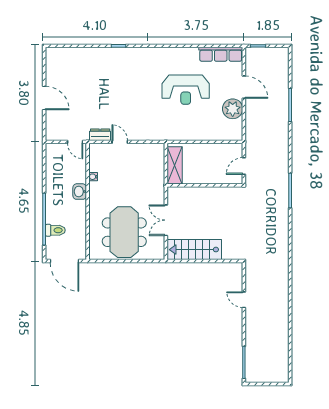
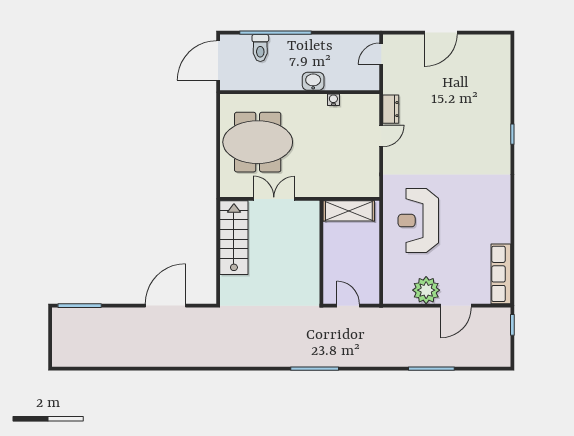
reception desk: (186, 90) -> (418, 221), moved
door: (75, 142) -> (381, 54), moved
door: (244, 300) -> (165, 306), width x1.88

